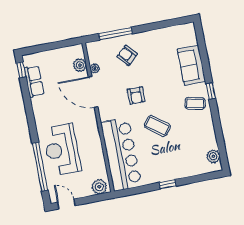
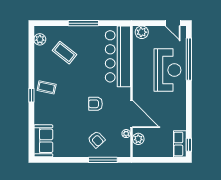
sofa: (191, 65) -> (43, 141), moved
row of seats: (34, 81) -> (180, 144), moved
armchair: (136, 95) -> (95, 104), turned -90
coffee table: (157, 126) -> (64, 53), moved
window: (168, 184) -> (83, 23), width x2.17

